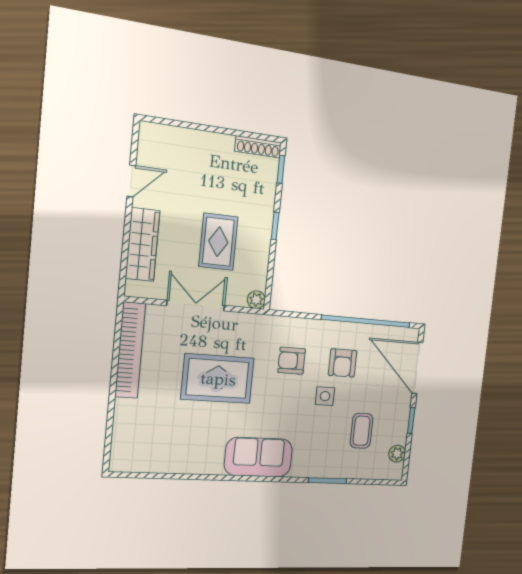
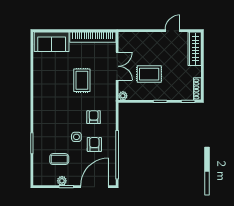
door: (131, 181) -> (173, 31), swing flipped
wardrobe: (143, 245) -> (195, 49), moved, turned 90
armchair: (343, 363) -> (94, 144), turned 90
rug: (218, 379) -> (82, 80), width x0.73, depth x0.70
plant: (397, 454) -> (62, 181), moved
sofa: (259, 457) -> (52, 42), moved, turned 90

